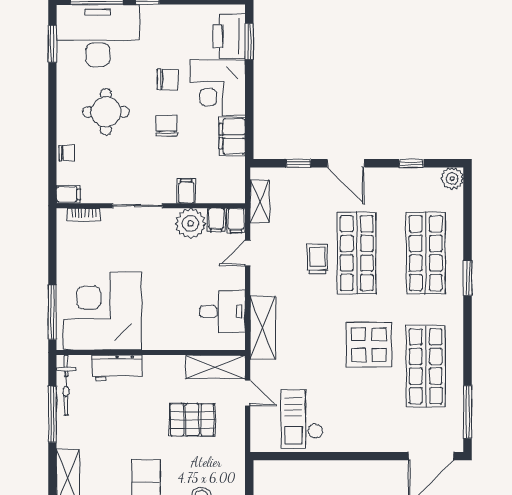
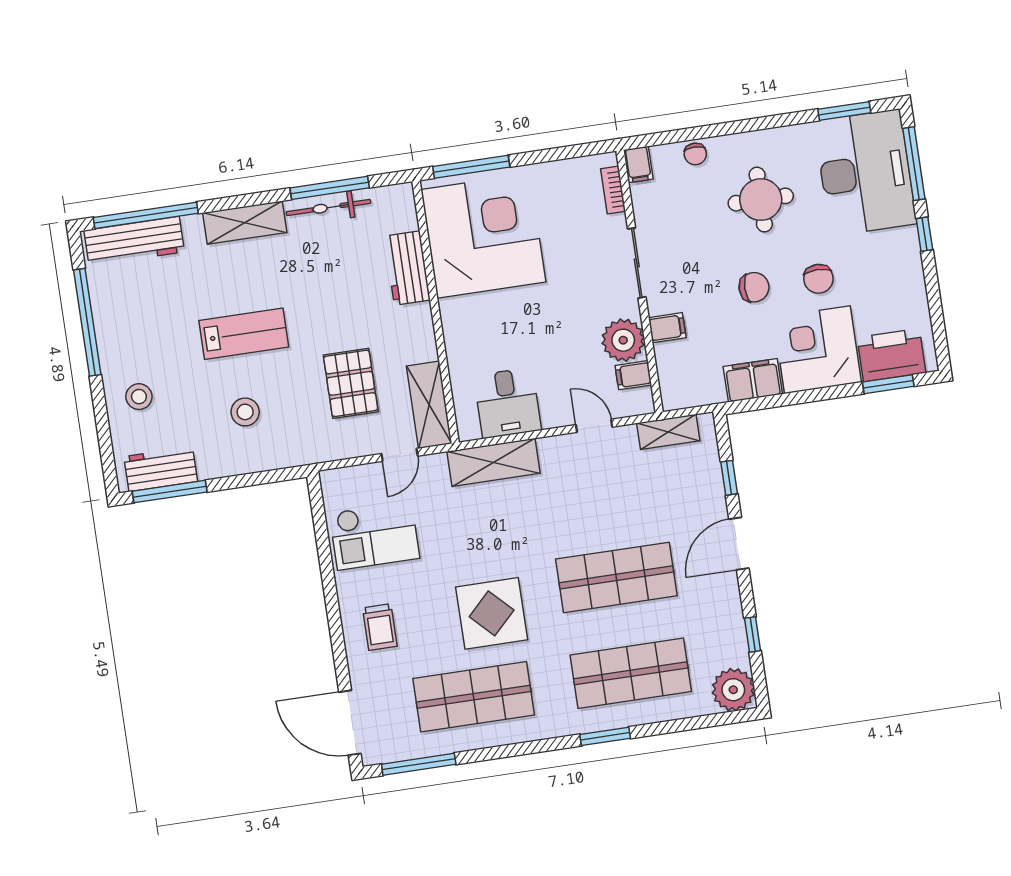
plant: (452, 179) -> (733, 690), width x1.36, depth x1.36
filing cabinet: (236, 221) -> (637, 403), removed
trolley: (317, 259) -> (380, 627), moved, turned 90
bicycle: (66, 385) -> (328, 207), moved
checkout: (302, 419) -> (374, 536), turned 180

